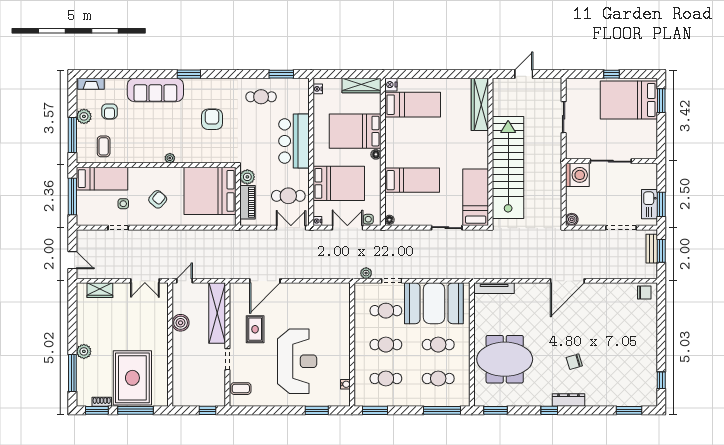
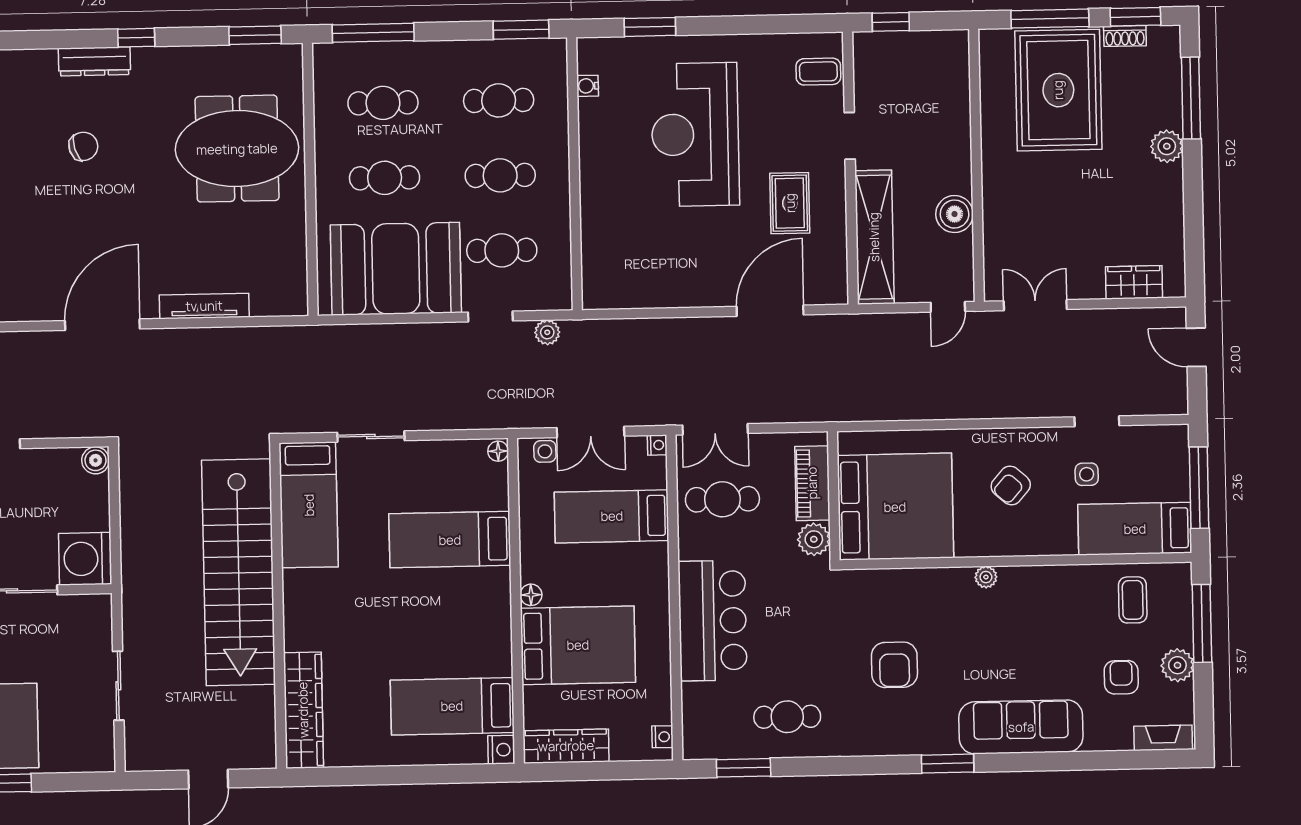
bed: (339, 183) -> (612, 516), width x0.67
tv unit: (494, 288) -> (204, 306), moved

